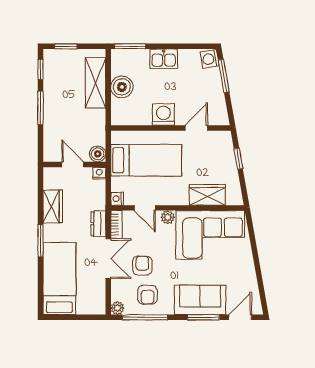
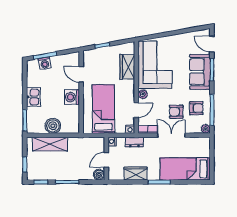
washing machine: (210, 59) -> (45, 63), moved
boiler: (98, 154) -> (99, 175), moved
dresser: (98, 224) -> (134, 142), moved

